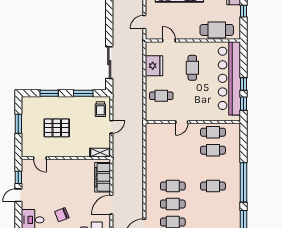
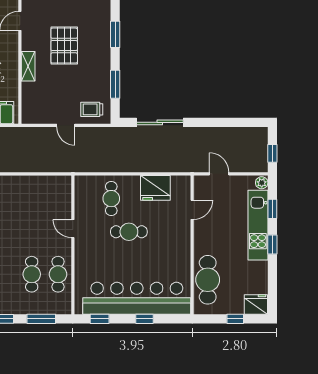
cafe table: (192, 68) -> (129, 232), moved
window: (243, 84) -> (144, 319), moved
window: (243, 144) -> (41, 319), added
shelving: (100, 153) -> (28, 66), moved

